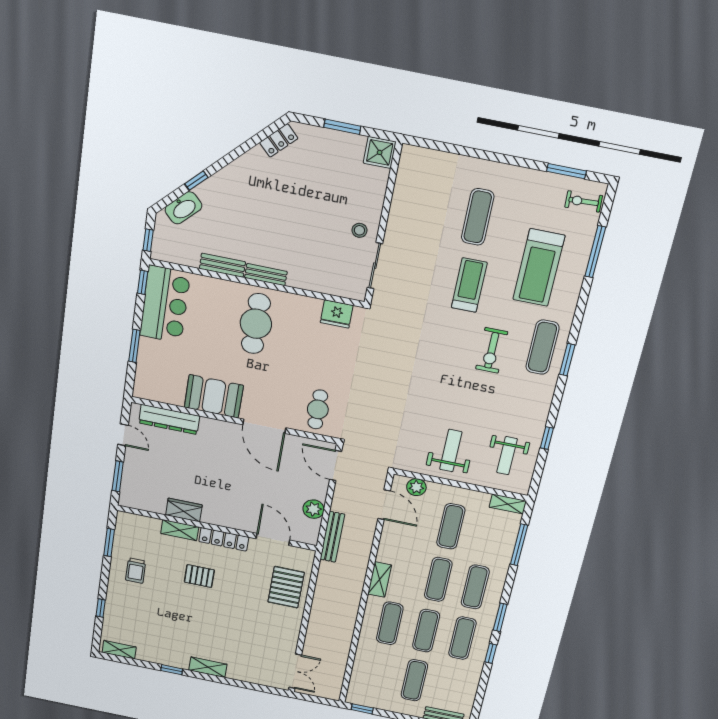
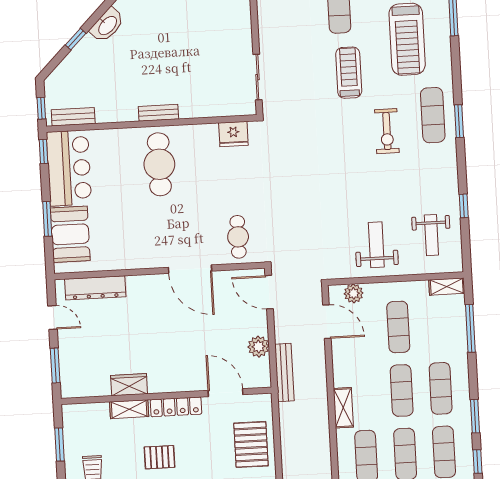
washbasin: (183, 208) -> (107, 25), moved
stool: (359, 230) -> (235, 47), removed
bench: (222, 265) -> (73, 117), moved
booth: (214, 396) -> (70, 234), moved, turned 90

